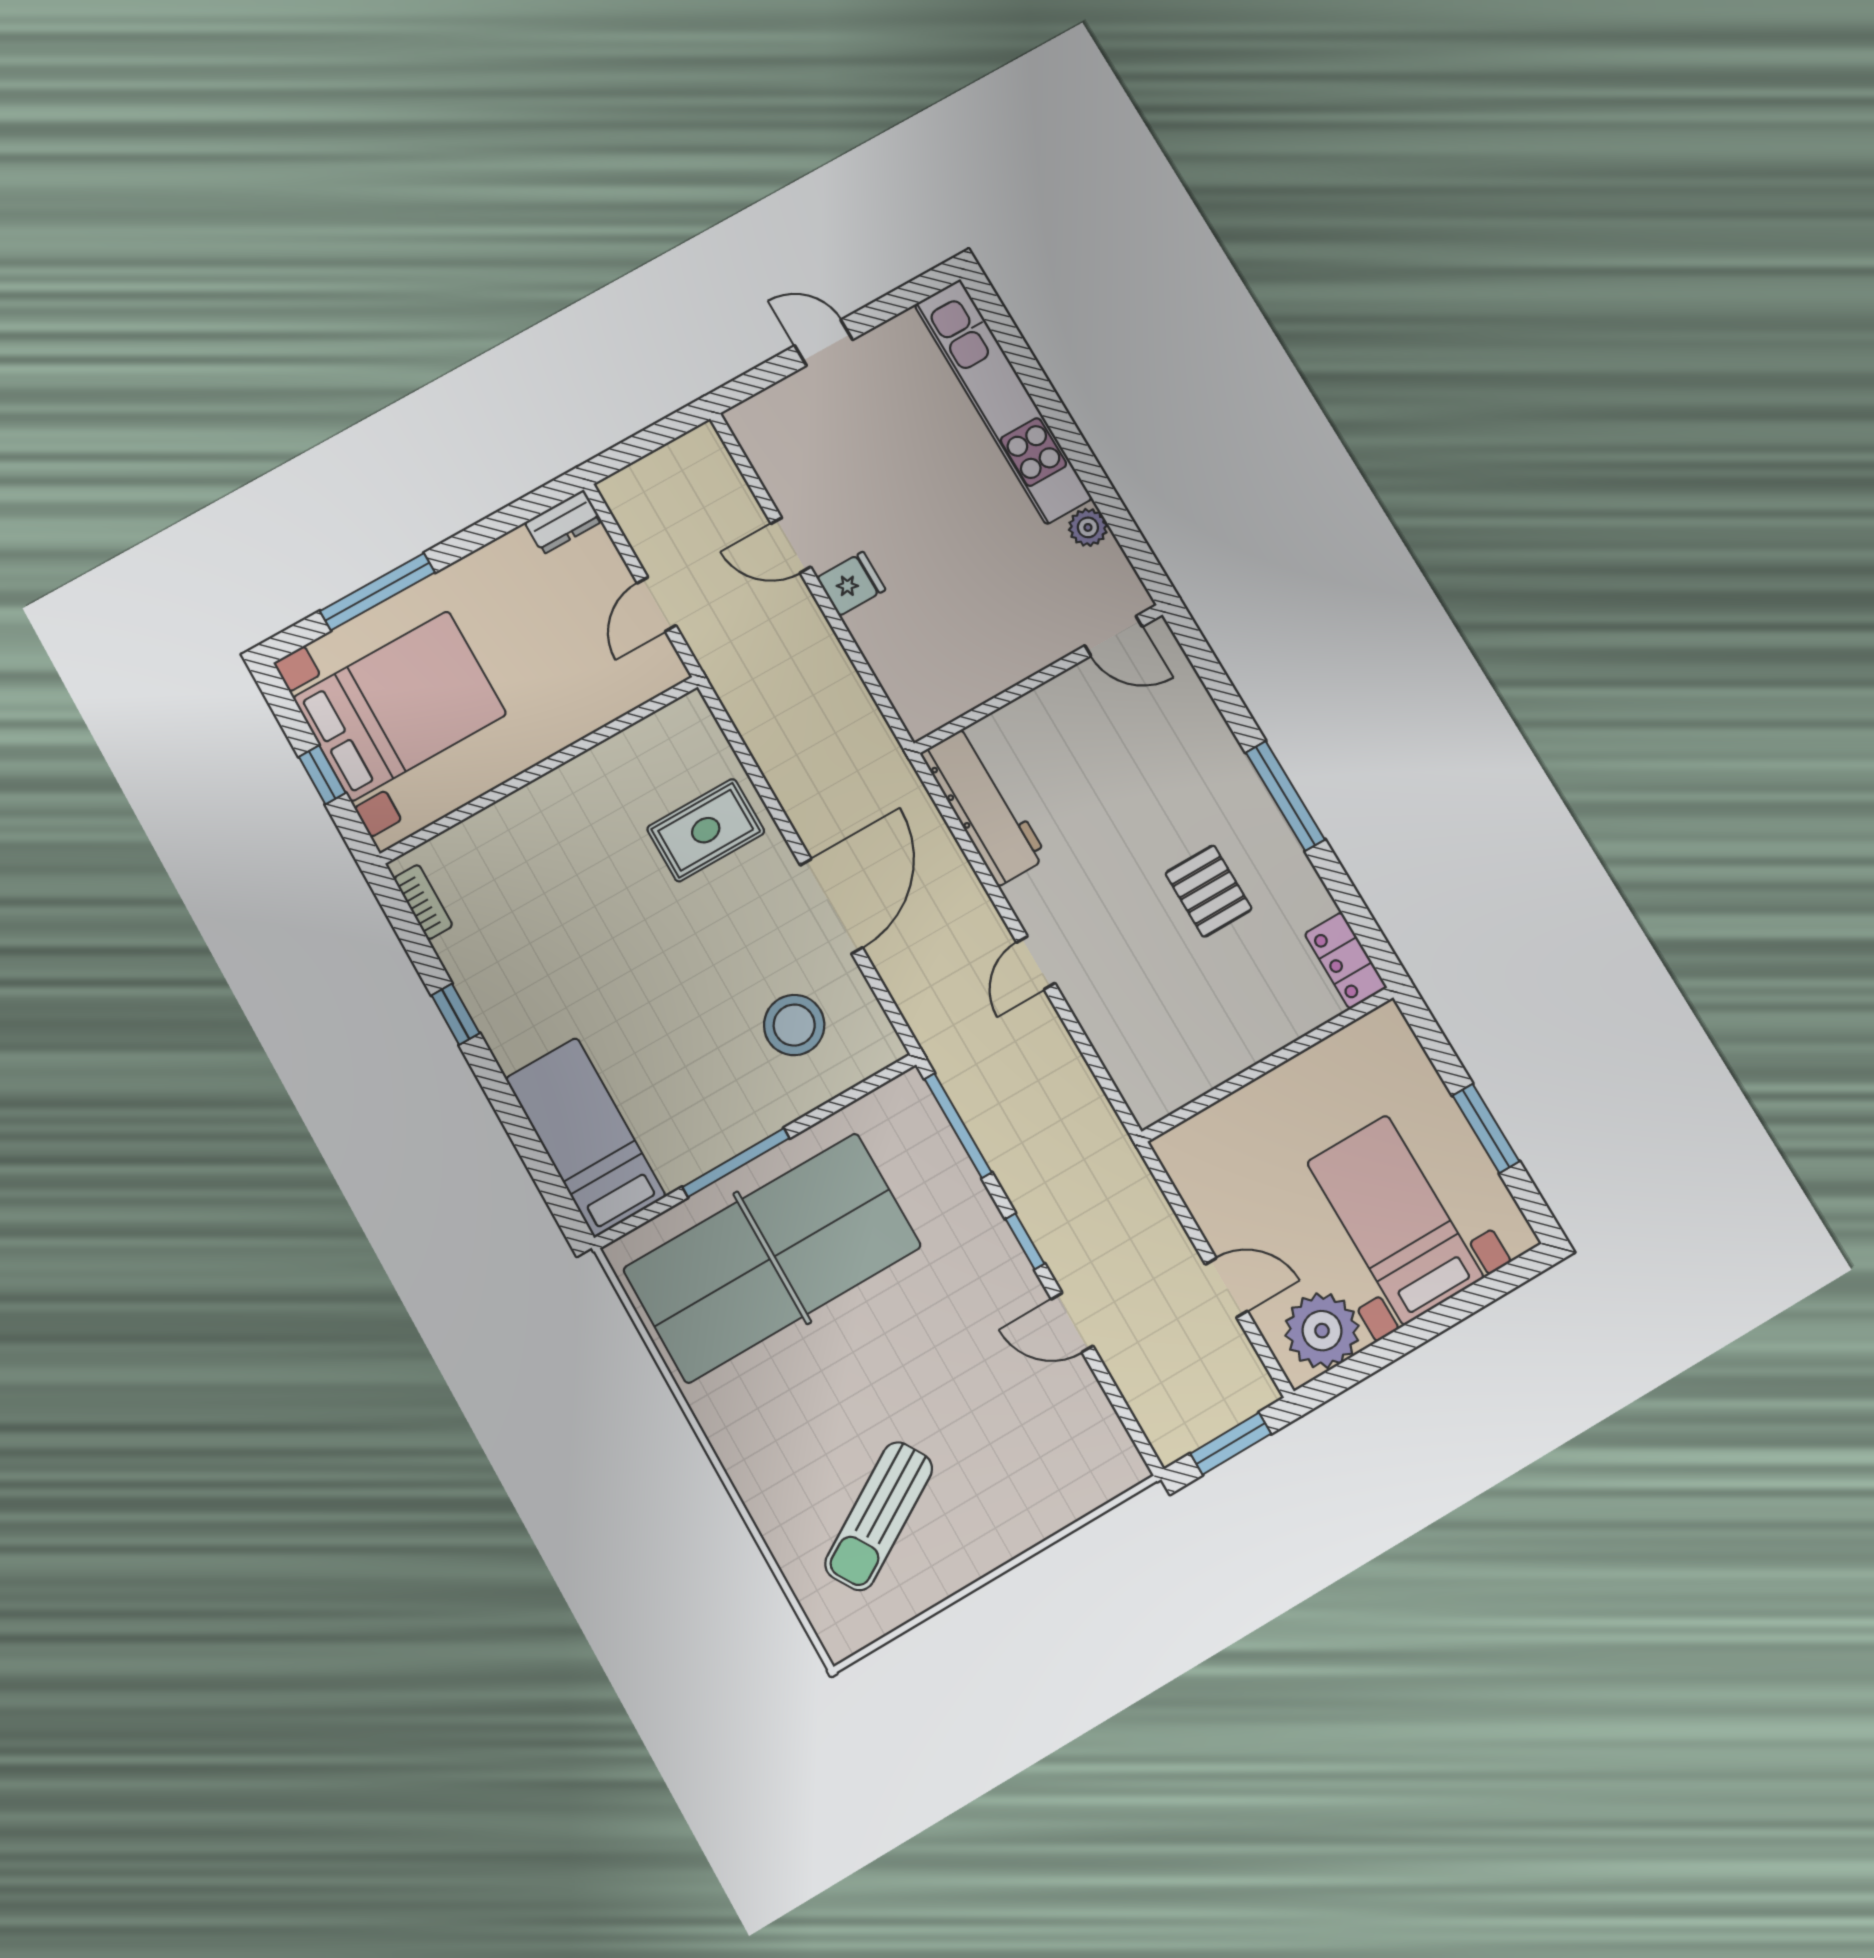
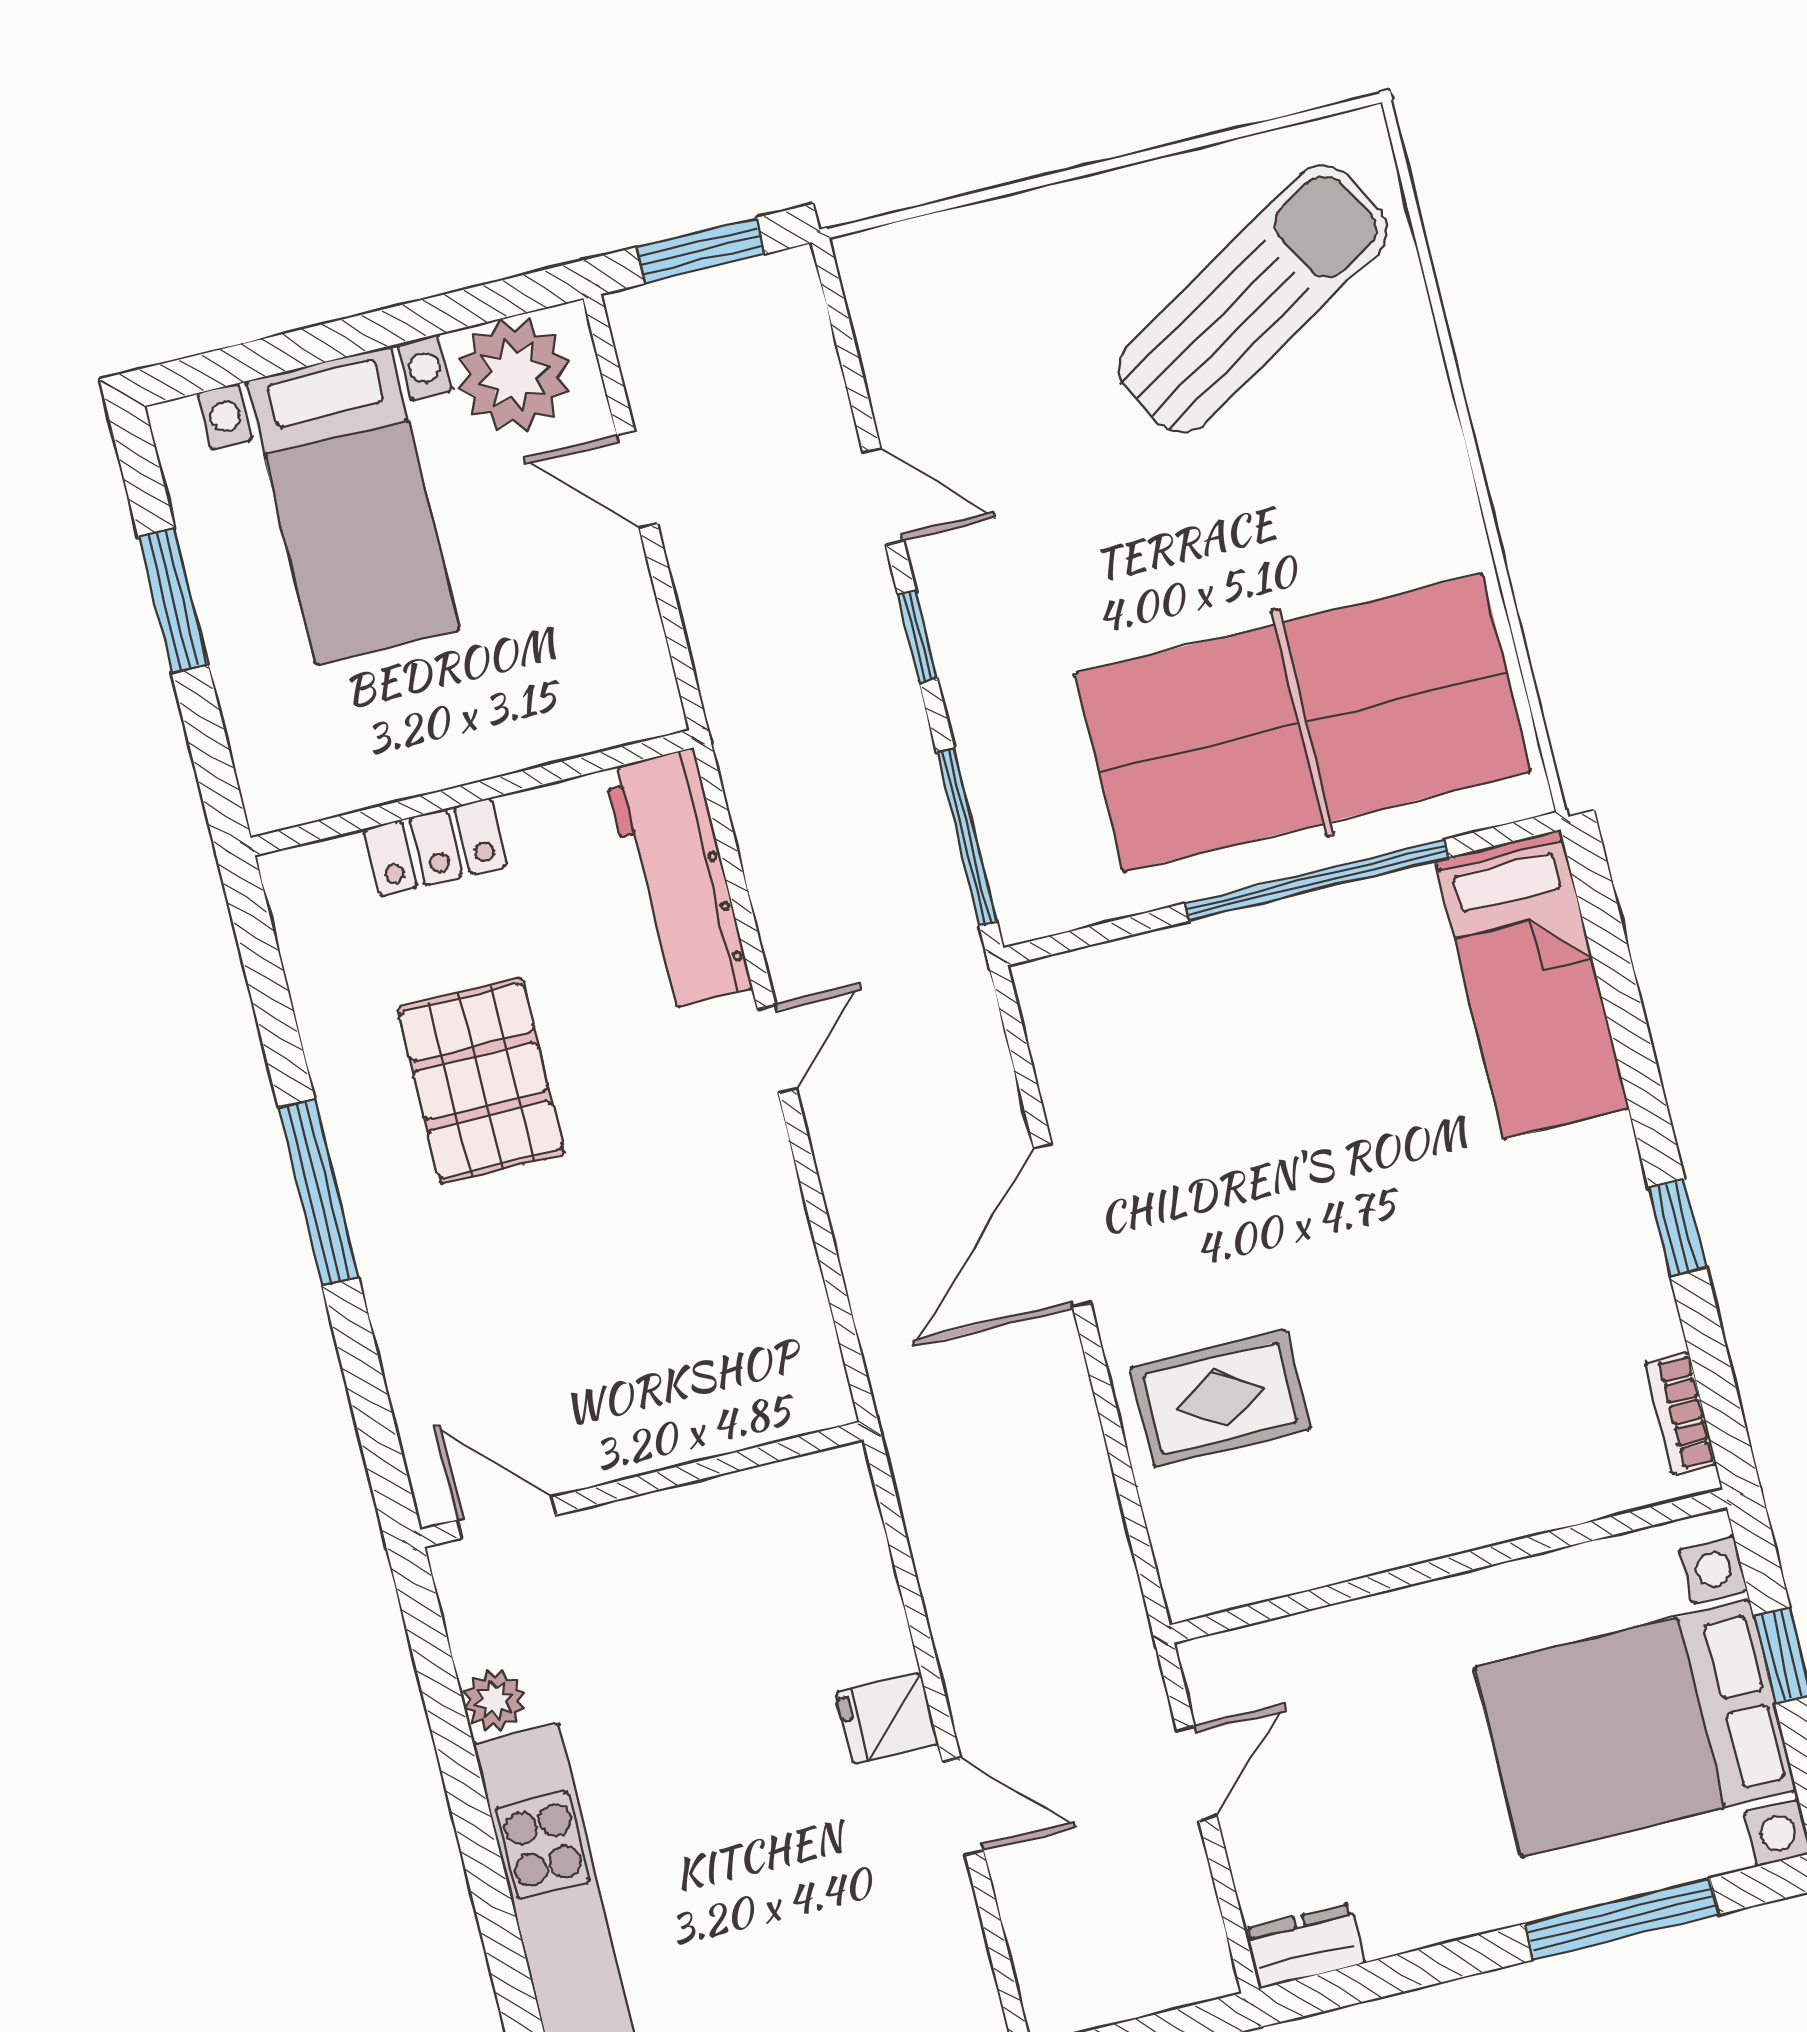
workbench: (984, 806) -> (678, 879), moved
pallet: (1209, 891) -> (481, 1081), width x1.50, depth x1.42
locker: (1346, 961) -> (436, 847), moved, turned 90
stool: (794, 1025) -> (1170, 1061), removed
window: (736, 1163) -> (1317, 880), width x1.46
sun lounger: (879, 1516) -> (1253, 299), width x1.36, depth x1.34

